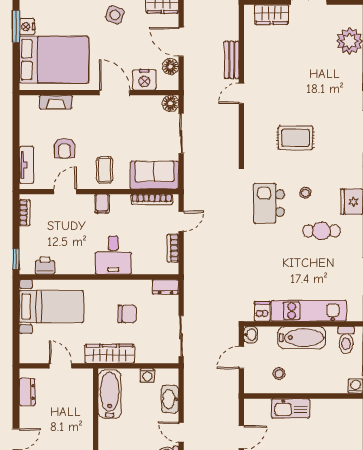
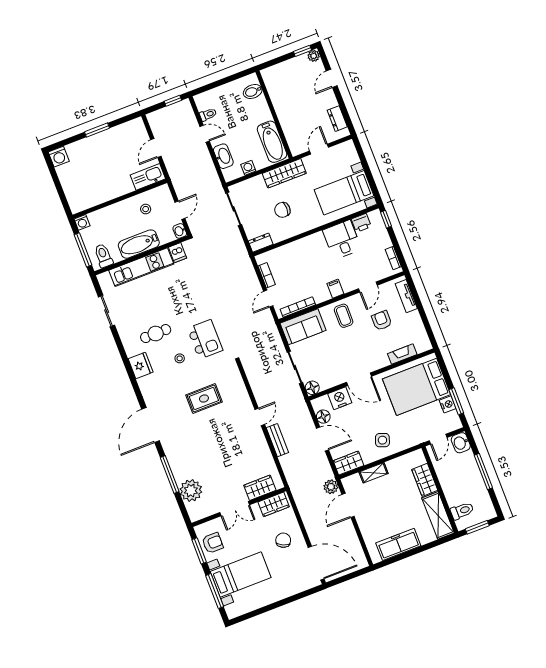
desk: (113, 255) -> (342, 240), moved
door: (60, 366) -> (319, 149), swing flipped
kitchen sink: (291, 408) -> (148, 177), moved

